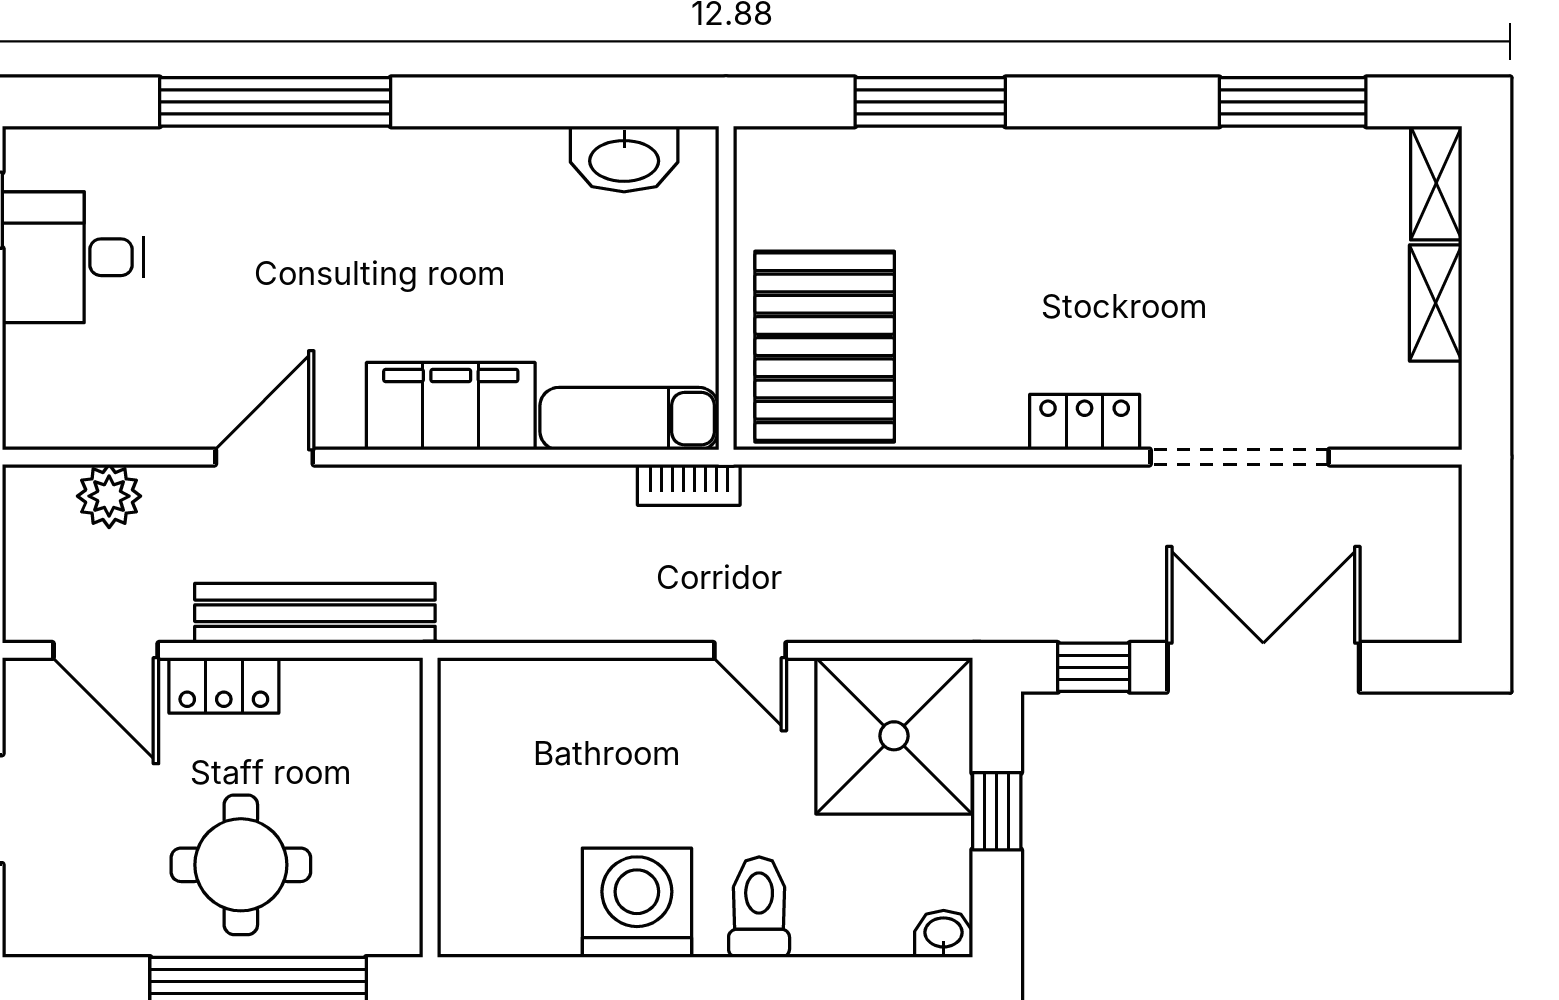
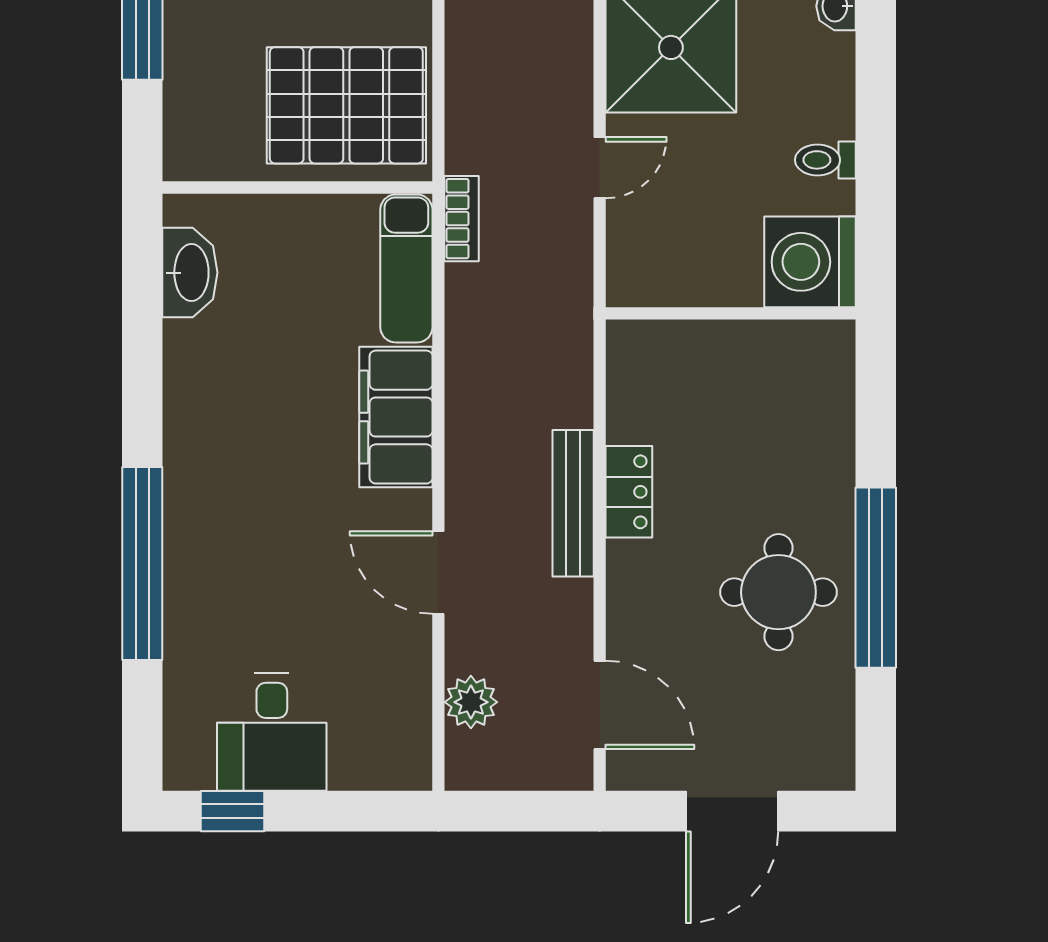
bench: (315, 613) -> (573, 503), width x0.73, depth x0.82
door: (106, 650) -> (600, 705), hinge flipped
locker: (224, 685) -> (629, 492), moved
wall: (430, 807) -> (731, 313), moved
toilet: (759, 907) -> (825, 160), width x0.73, depth x0.72

